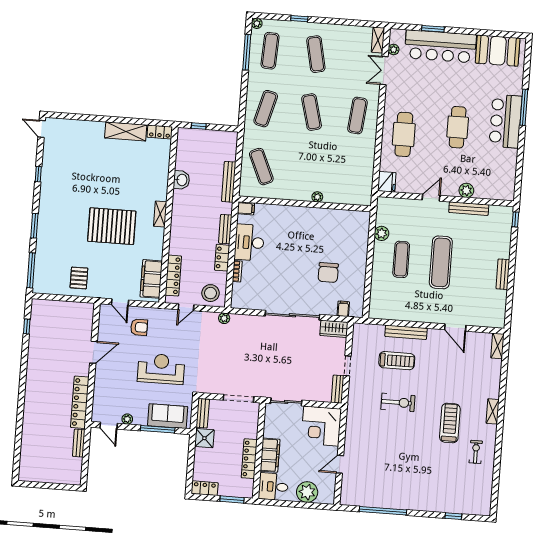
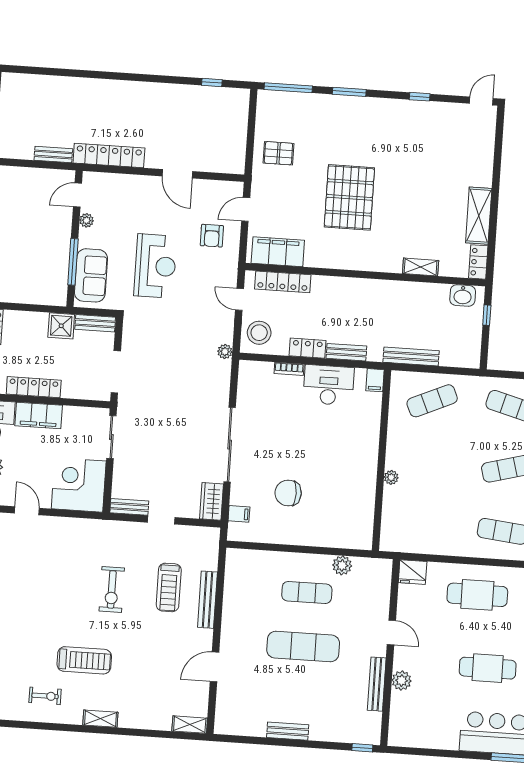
washbasin: (182, 180) -> (463, 295), moved
shelving: (160, 214) -> (421, 267), moved

